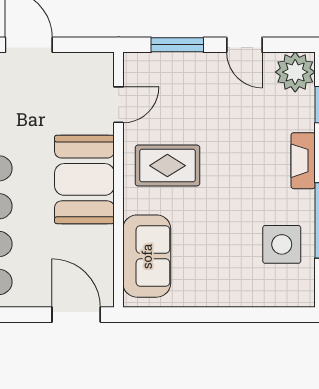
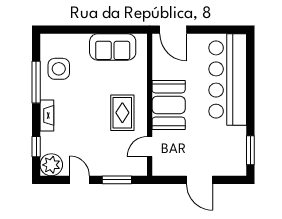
rug: (167, 166) -> (122, 113), turned 90
sofa: (147, 256) -> (113, 47), moved, turned -90

